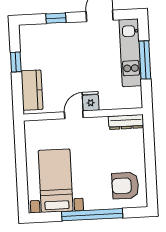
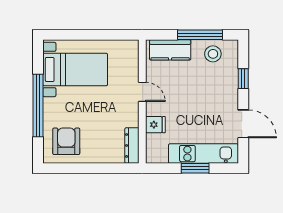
stool: (34, 49) -> (213, 54), added
window: (145, 60) -> (195, 168), width x0.69
window: (16, 62) -> (200, 35), width x2.17
fridge: (91, 101) -> (155, 125), moved

